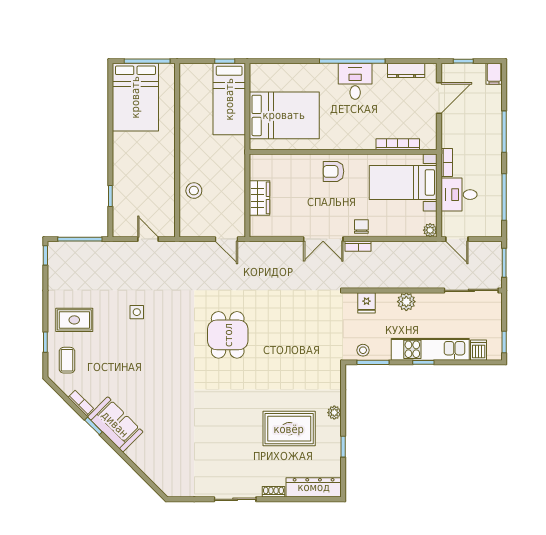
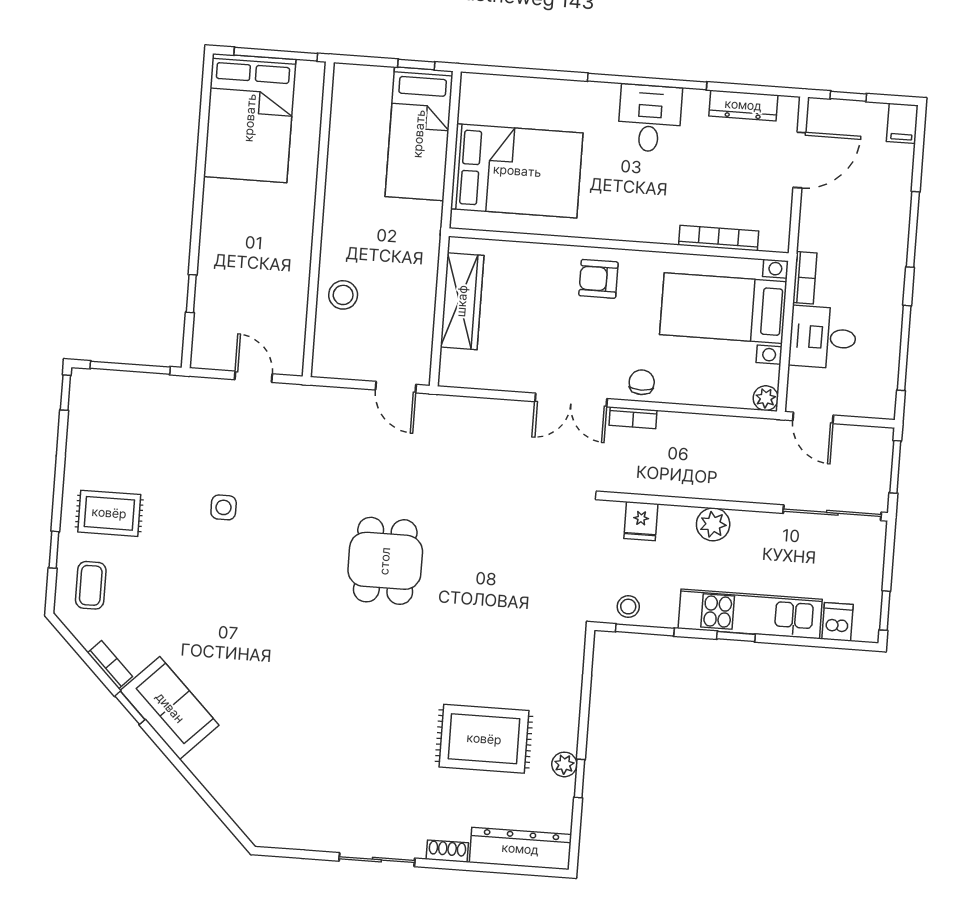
wardrobe: (259, 198) -> (462, 301), width x1.50
plant: (334, 413) -> (564, 764), moved

